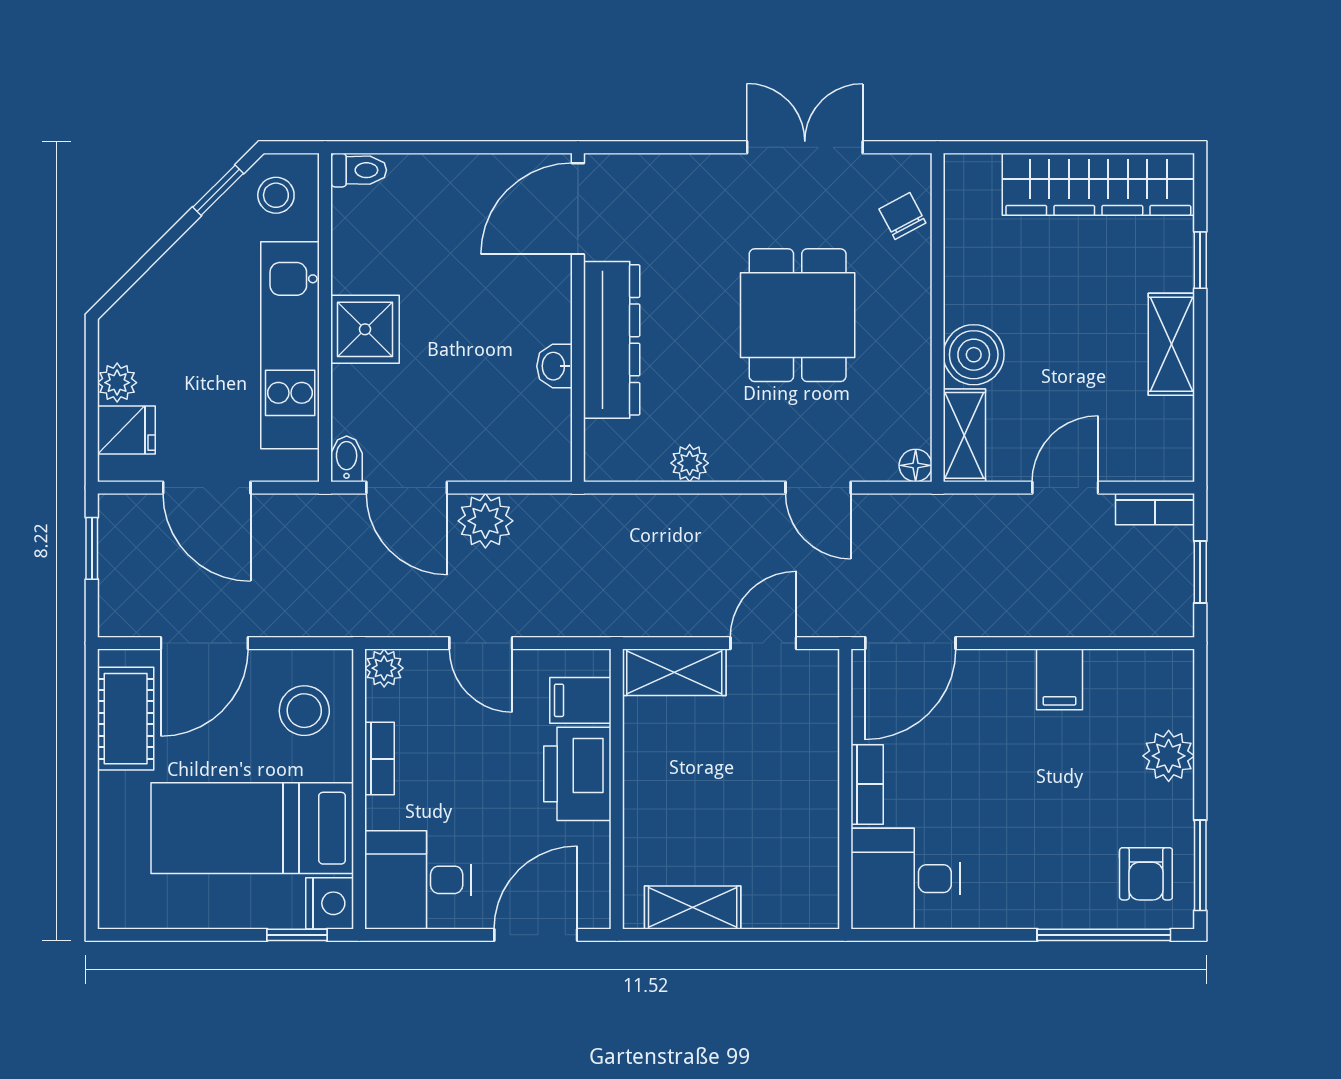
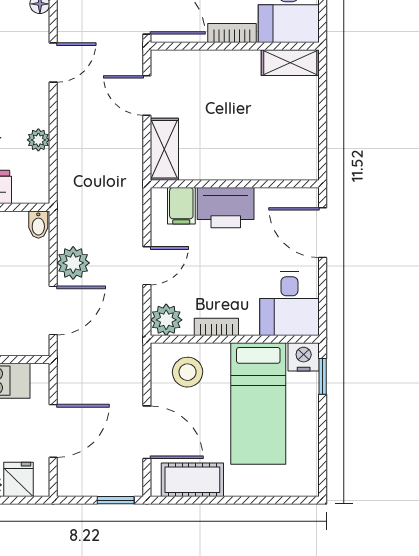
bidet: (347, 459) -> (38, 225), moved, turned -90
window: (92, 548) -> (116, 500), moved
plant: (384, 668) -> (166, 320), width x1.38, depth x1.38
shelving: (693, 907) -> (290, 63), moved, turned 90

